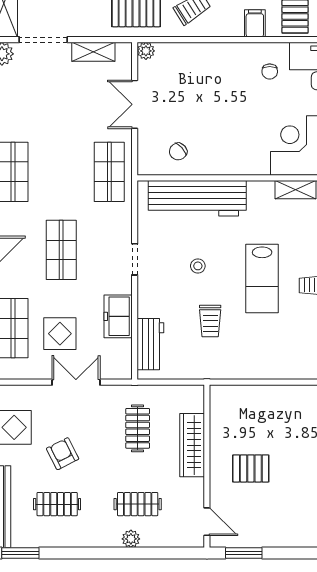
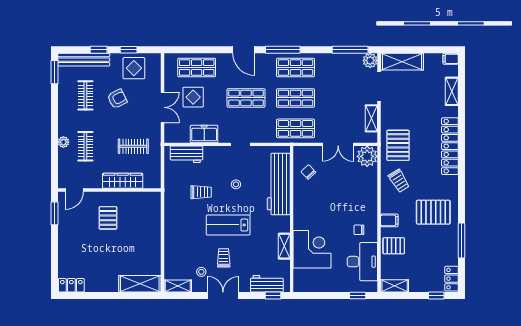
plant: (146, 51) -> (367, 156), width x1.87, depth x1.87
double door: (135, 104) -> (338, 144), swing flipped
shop shelf: (61, 172) -> (295, 98), added
trolley: (210, 321) -> (201, 192), turned 180

